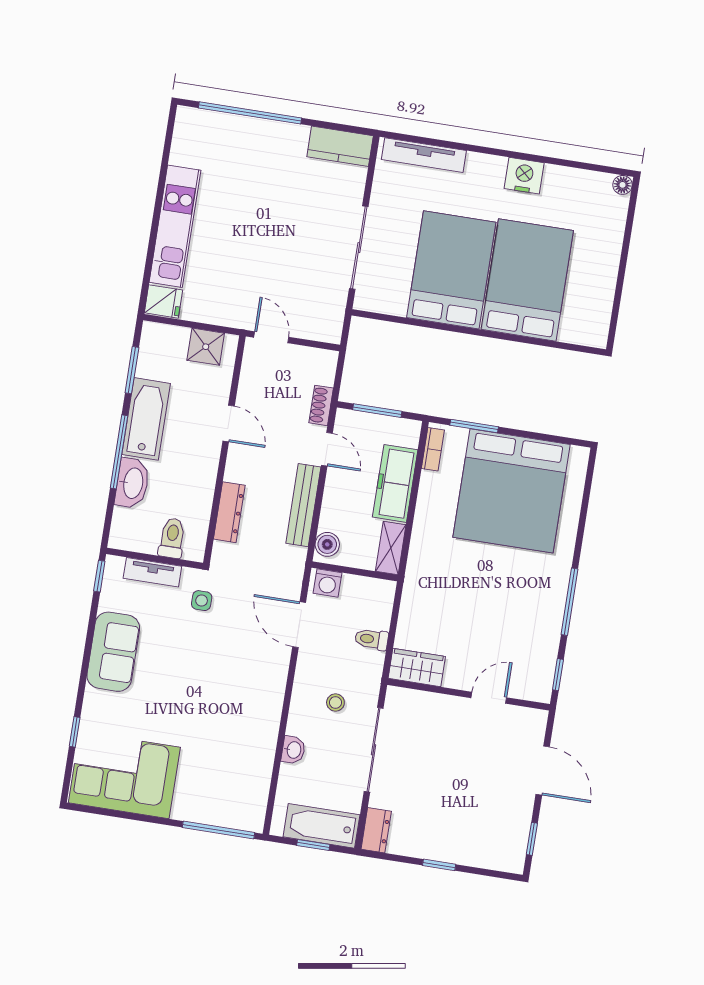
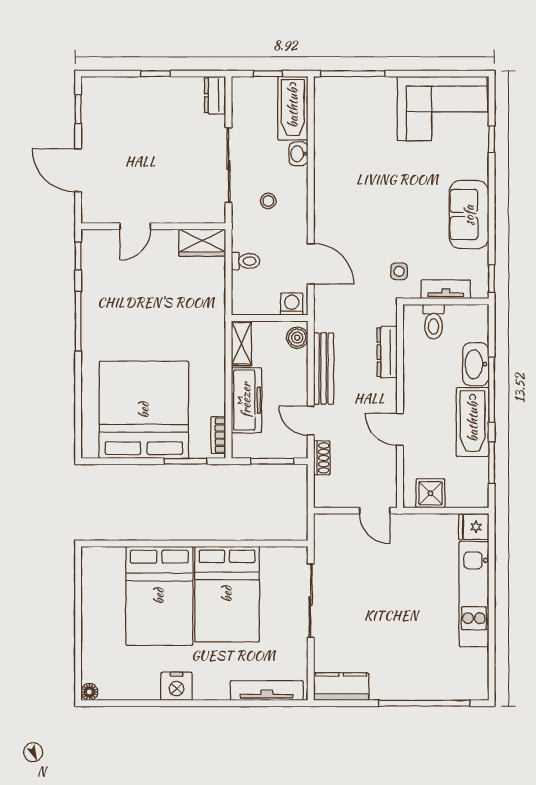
bathtub: (321, 826) -> (293, 108), moved, turned 90

